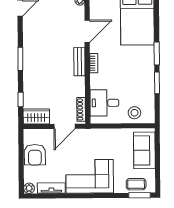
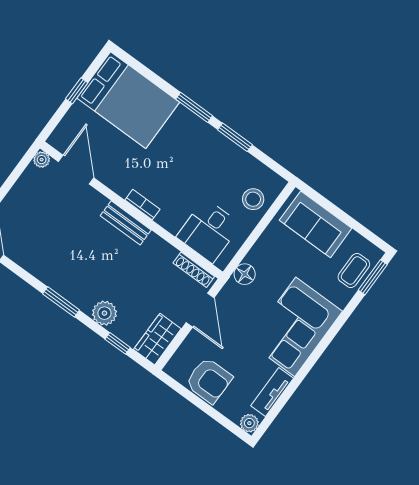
door: (87, 31) -> (76, 170), moved
plant: (30, 83) -> (104, 313), added
floor lamp: (97, 135) -> (245, 274), added

